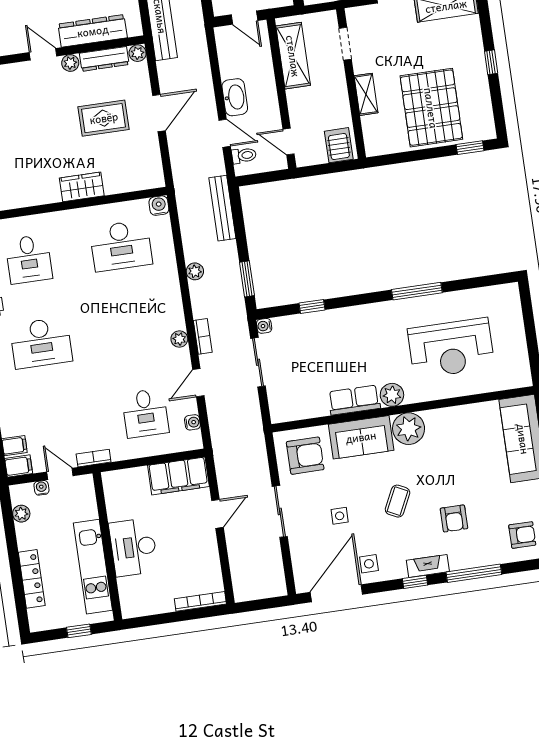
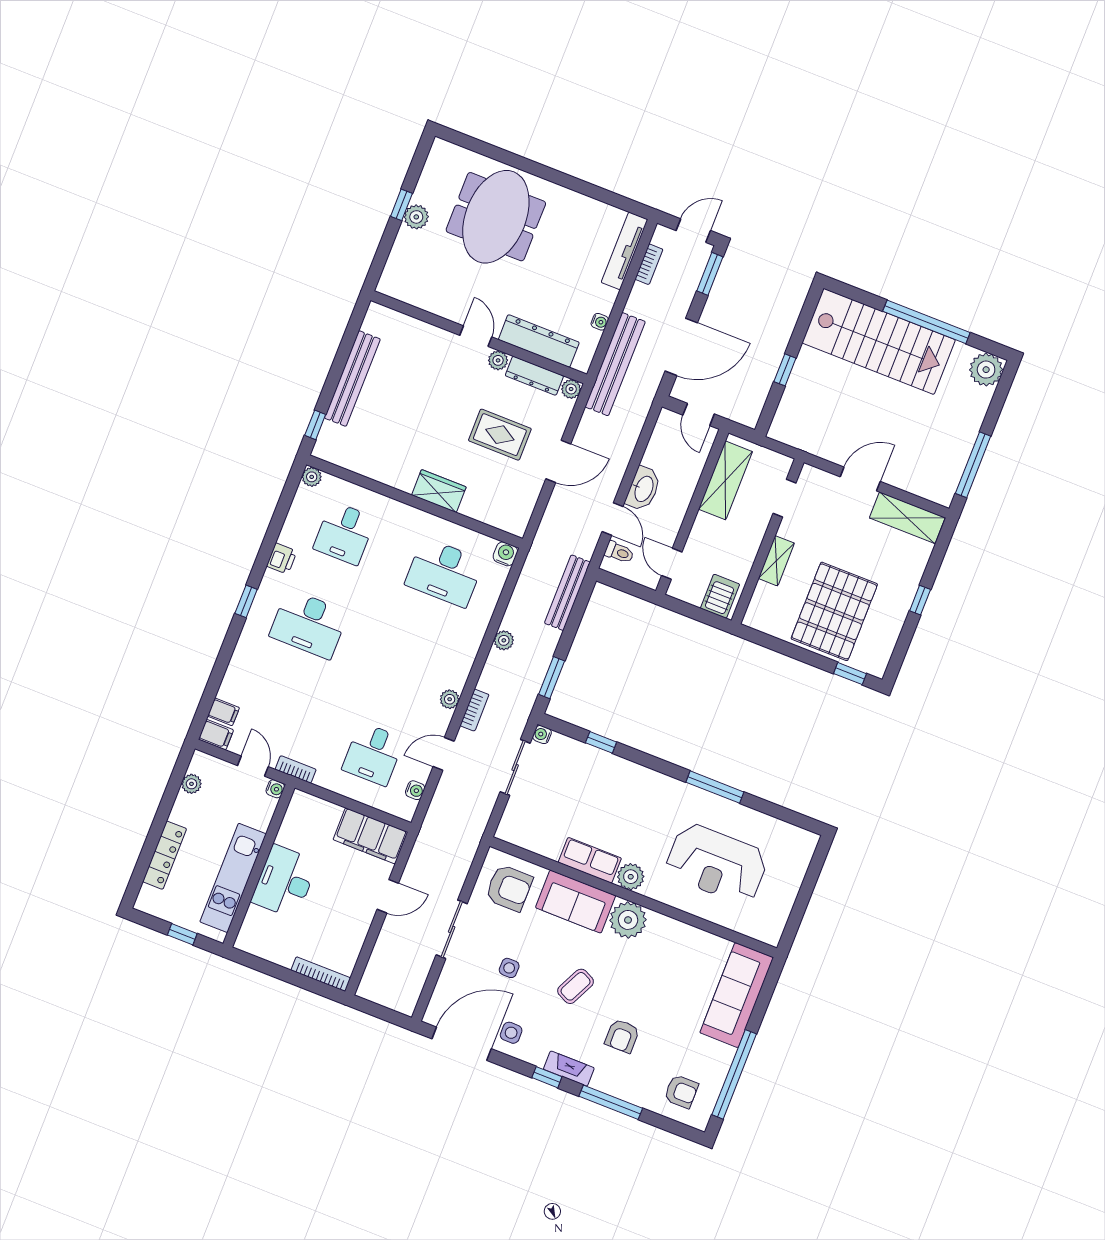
water cooler: (41, 488) -> (275, 789), moved, turned 90

